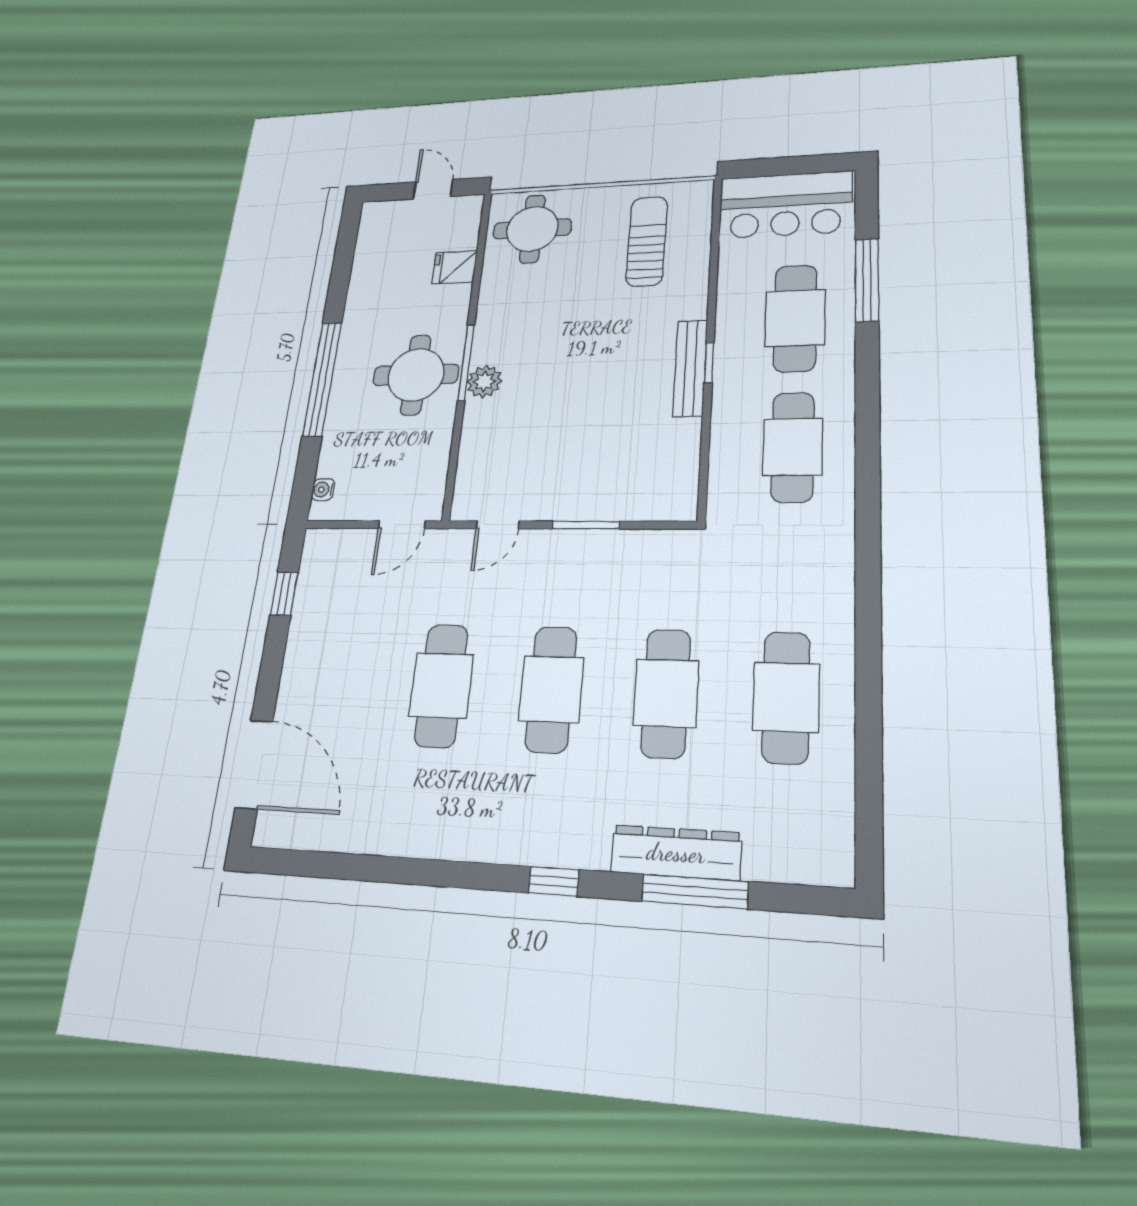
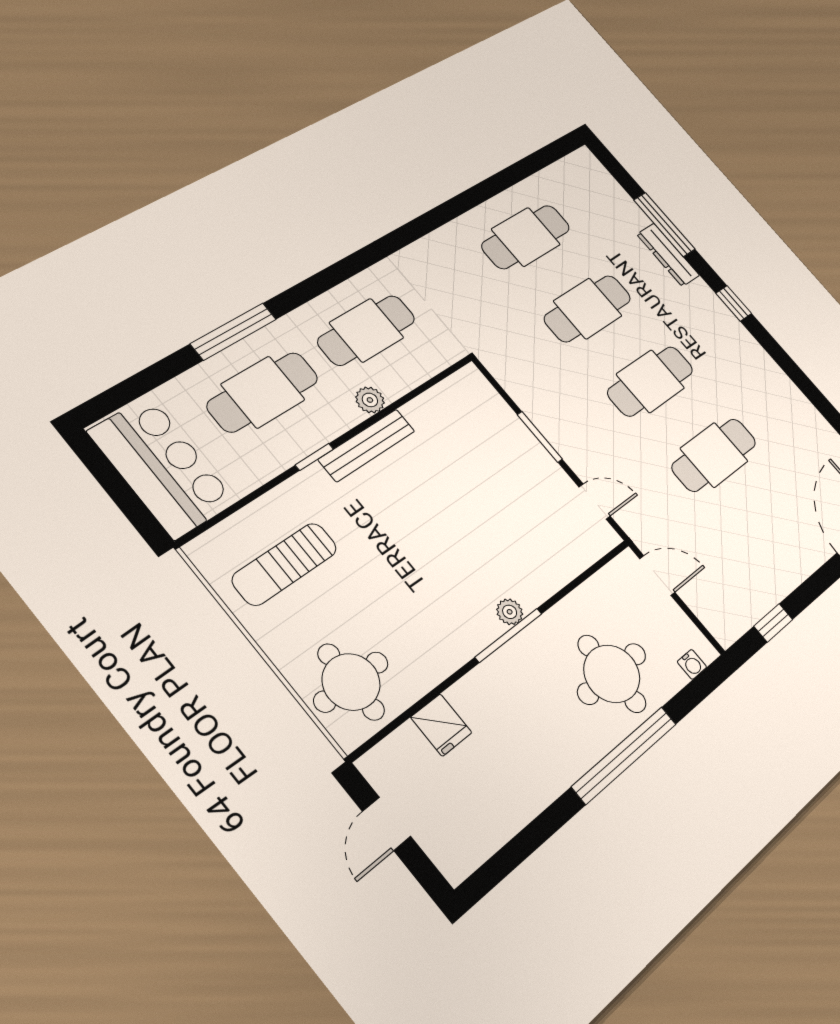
window: (867, 280) -> (234, 331), moved
window: (709, 363) -> (314, 457), moved
round table: (416, 375) -> (612, 674), moved
plant: (484, 382) -> (510, 612), width x0.73, depth x0.73
plant: (727, 400) -> (370, 400), added
dresser: (676, 853) -> (668, 255), width x0.73, depth x0.80

